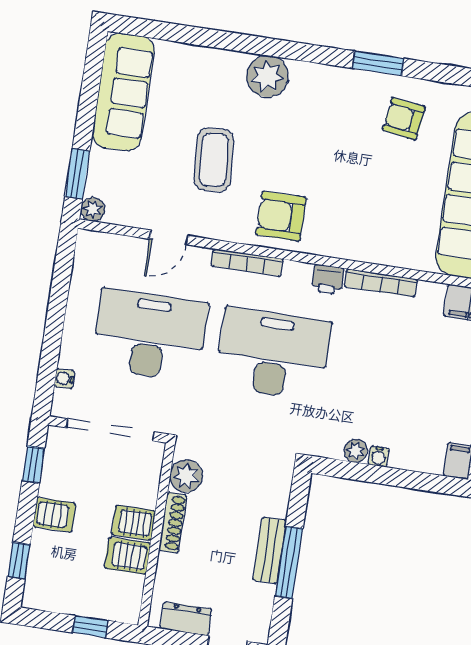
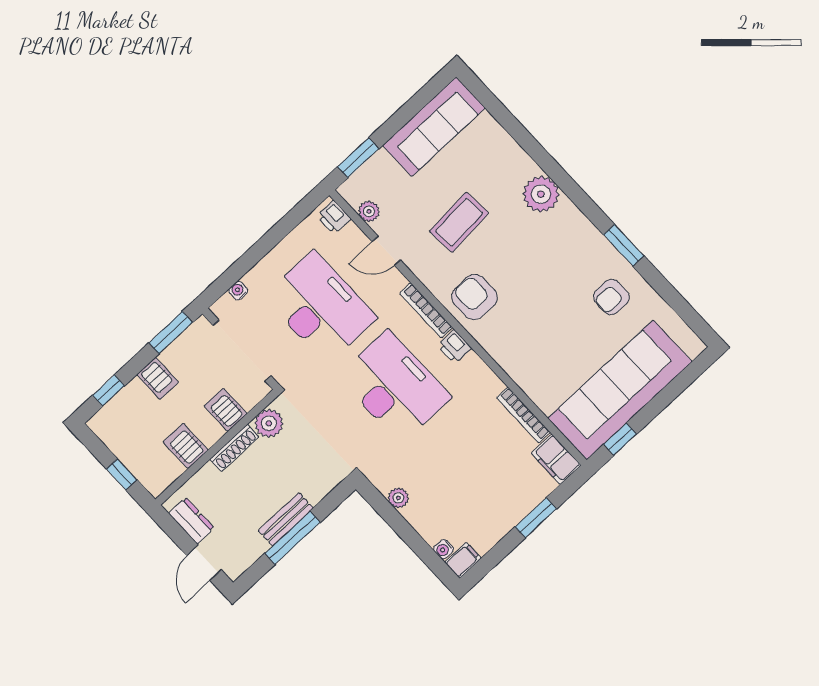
armchair: (404, 119) -> (611, 297), turned -98
plant: (93, 209) -> (369, 211), moved
printer: (98, 245) -> (334, 217), added
printer: (328, 279) -> (454, 347), moved
bookcase: (381, 283) -> (523, 415), moved
water cooler: (378, 456) -> (444, 549), moved
window: (33, 464) -> (171, 333), width x1.50
server rack: (133, 523) -> (226, 410), moved

